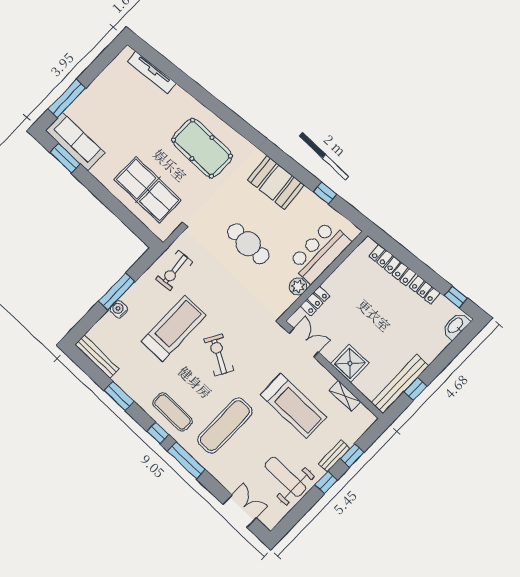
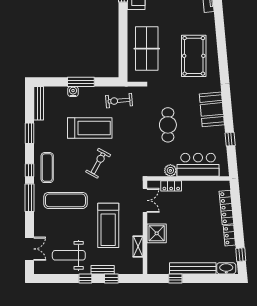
bench: (400, 384) -> (193, 268), moved
weight bench: (285, 477) -> (69, 255), turned -90

